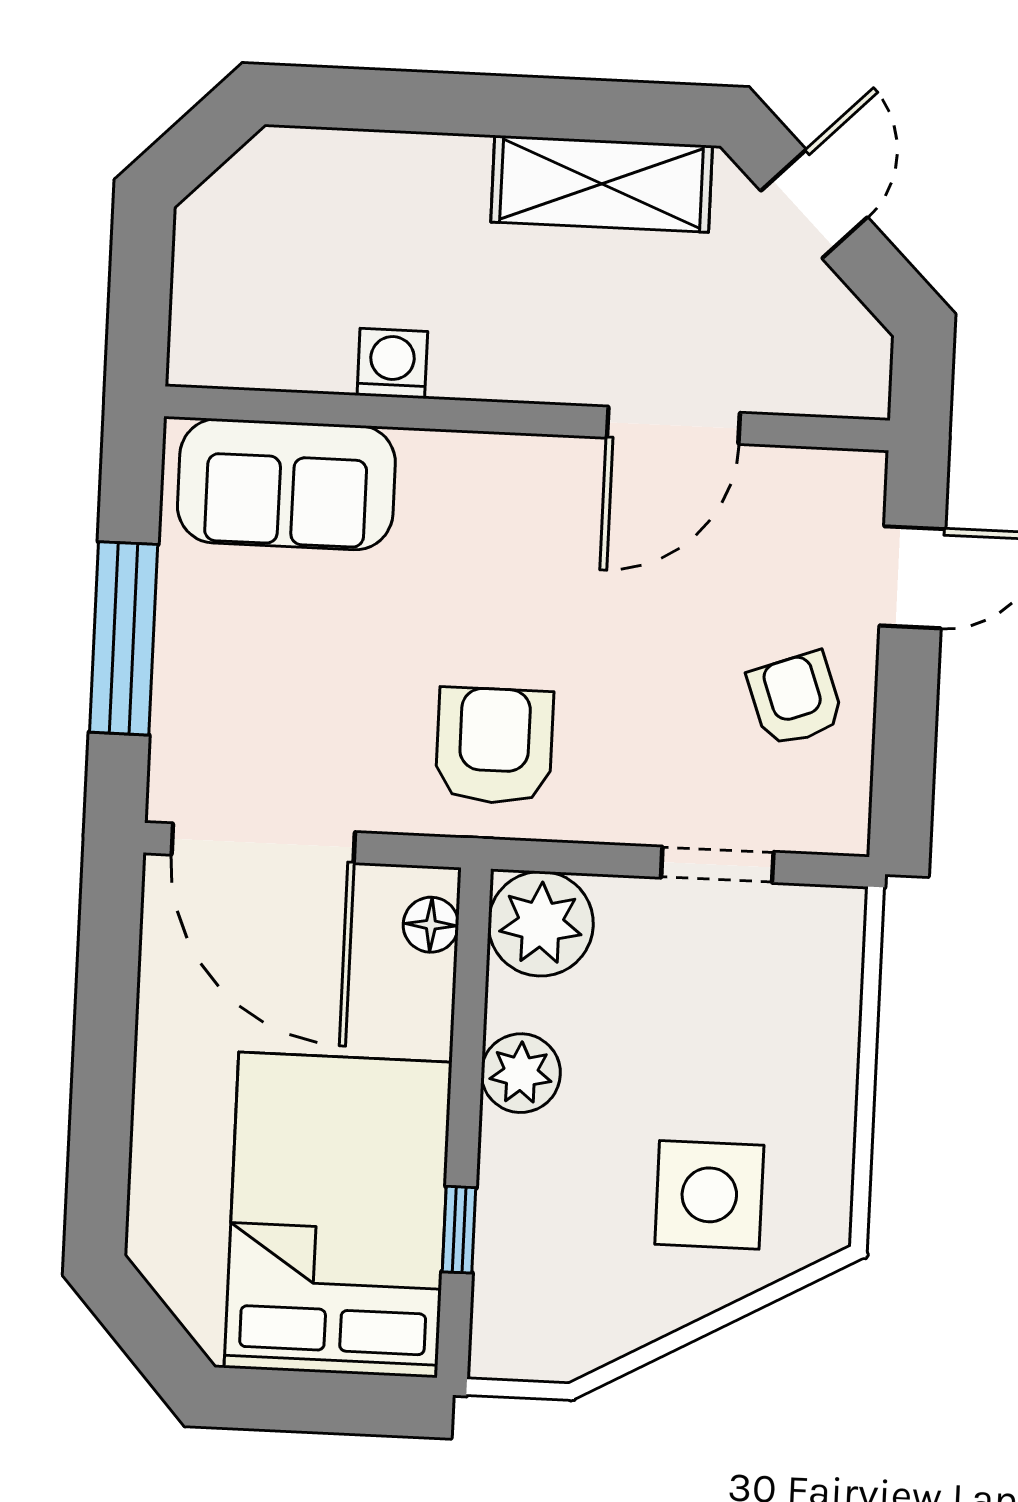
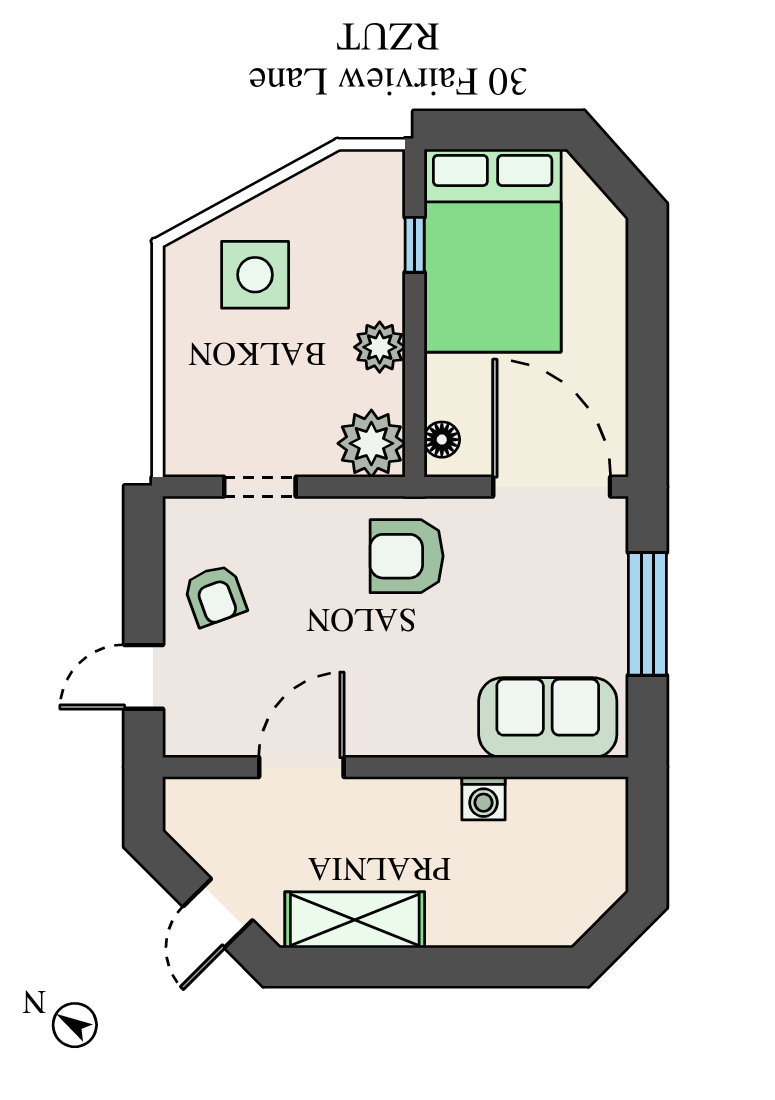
armchair: (494, 746) -> (407, 556), turned 90

